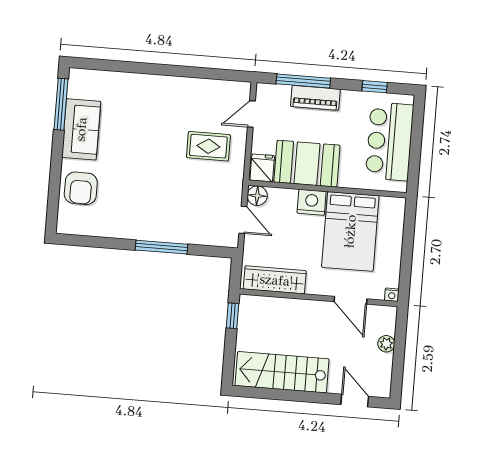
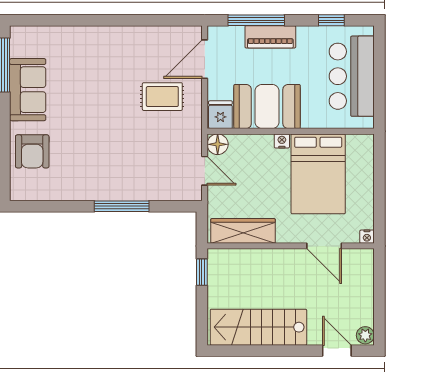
door: (251, 114) -> (205, 59), width x1.38
nightstand: (312, 202) -> (282, 141), width x0.53, depth x0.56
plant: (386, 344) -> (365, 335), moved

